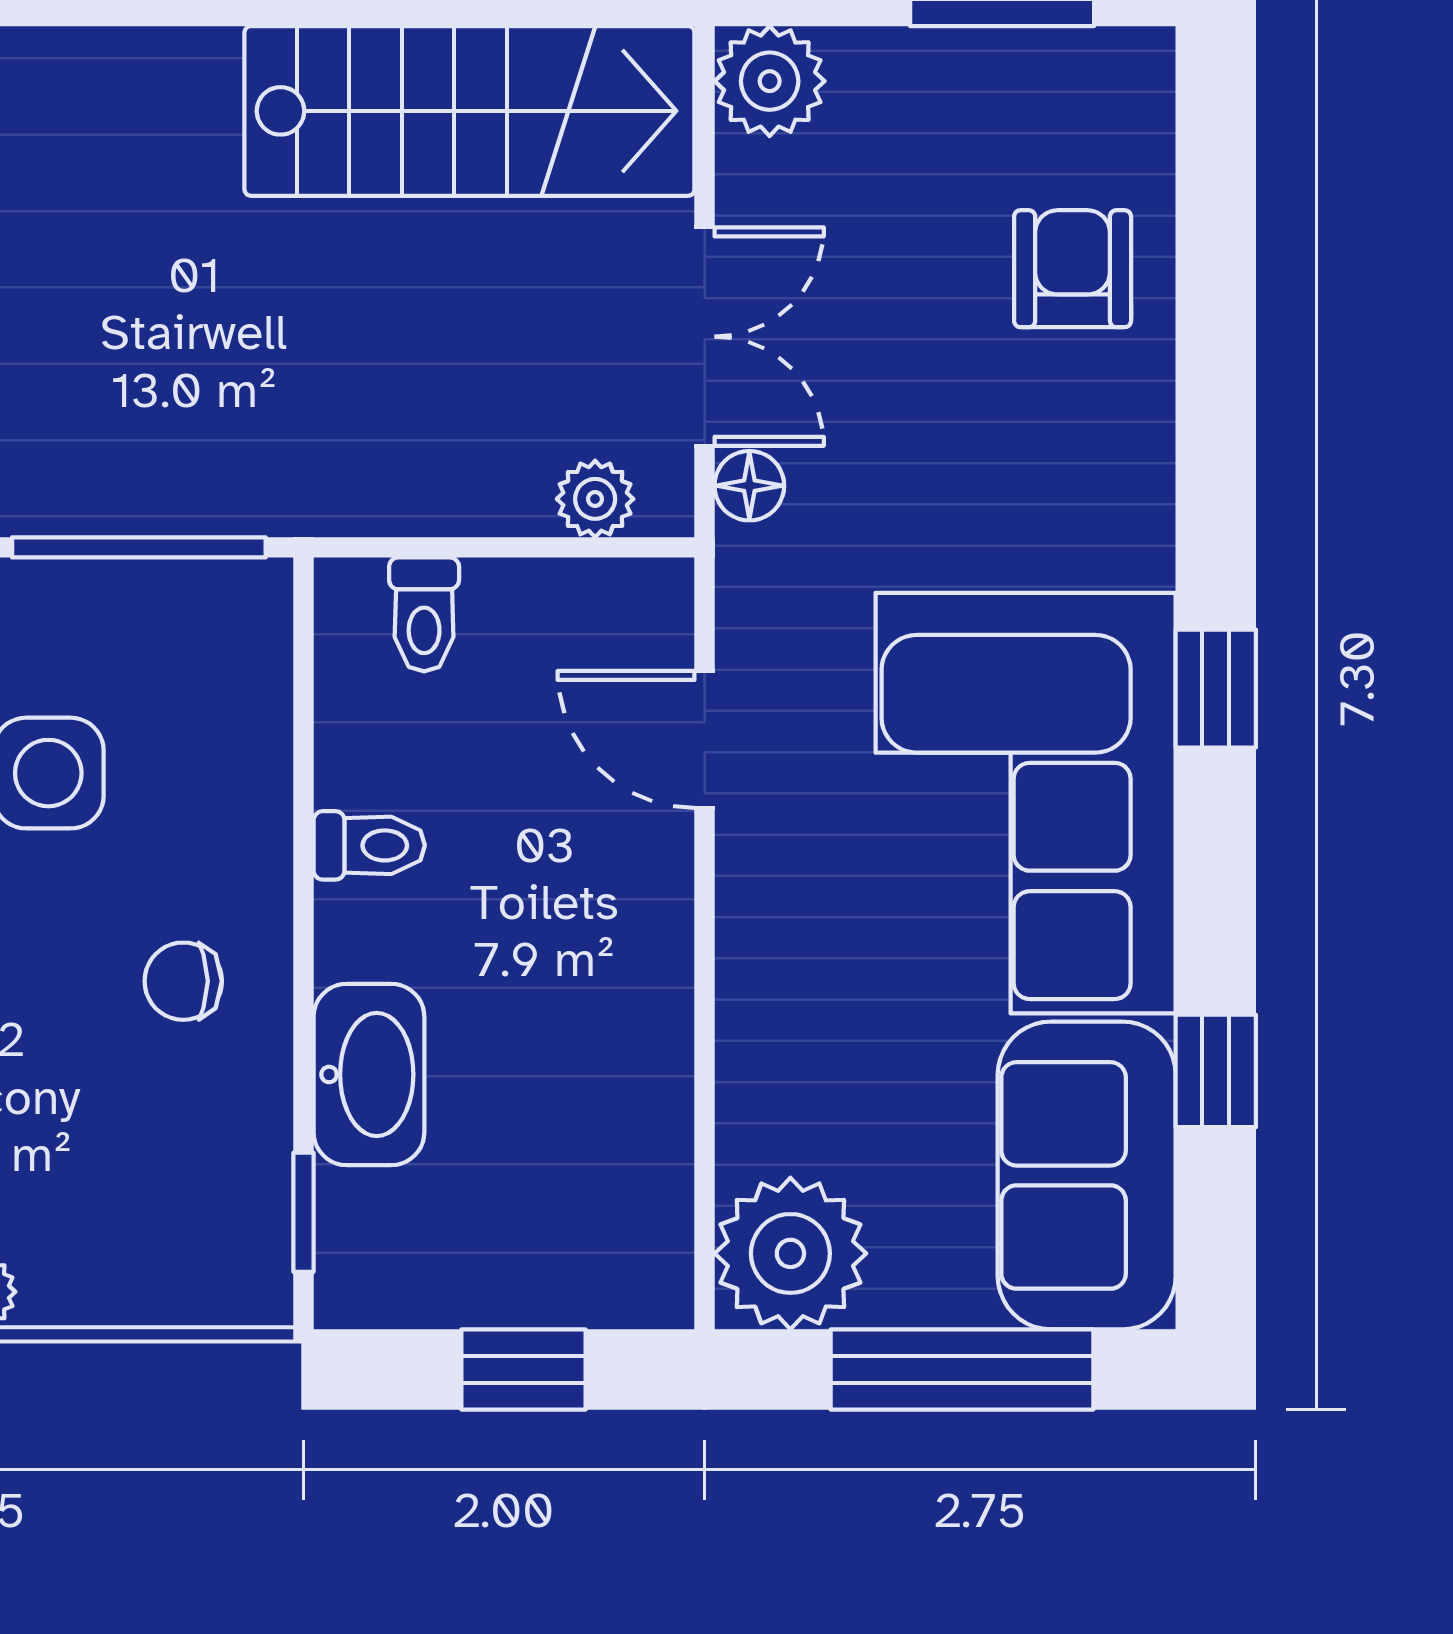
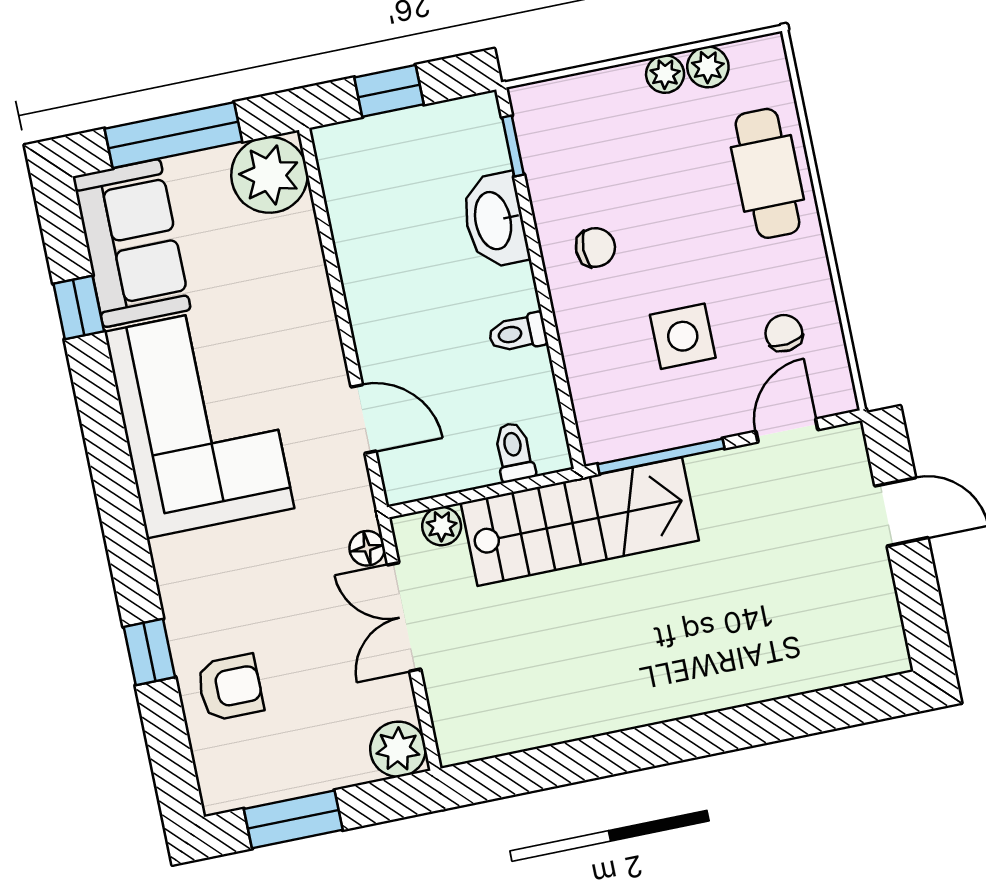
stairs: (469, 111) -> (580, 522), moved, turned 180
armchair: (1073, 269) -> (230, 687), turned -90
window: (1216, 689) -> (149, 652), moved

